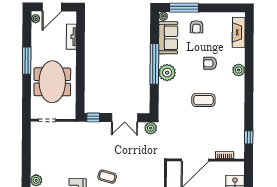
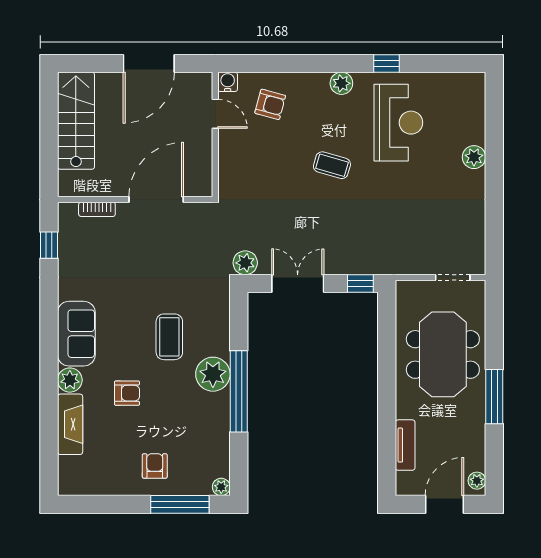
fireplace: (239, 32) -> (70, 424), moved
sofa: (168, 38) -> (76, 334), moved, turned 180
coffee table: (203, 100) -> (169, 337), moved, turned 90

